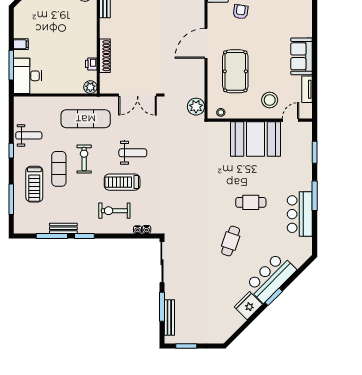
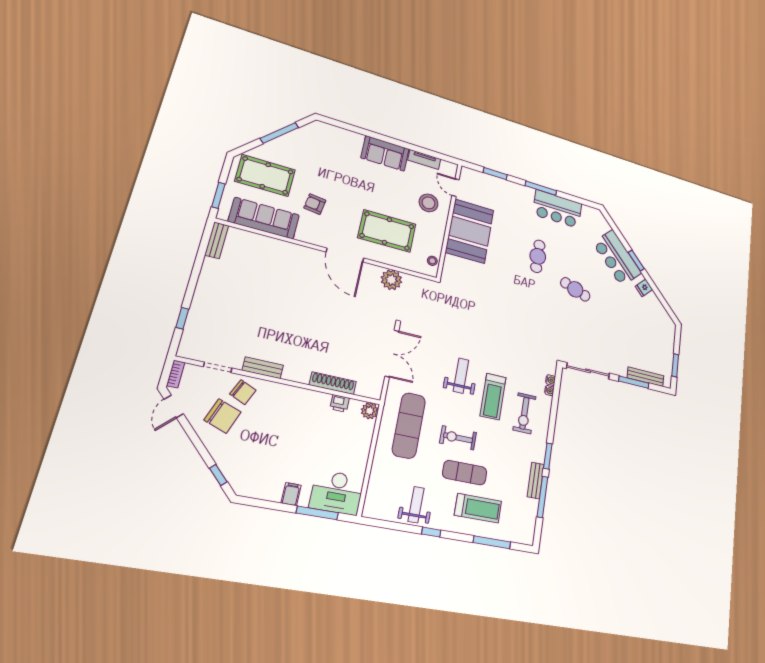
plant: (196, 107) -> (391, 280), moved
fridge: (248, 306) -> (644, 288), width x0.53, depth x0.75

